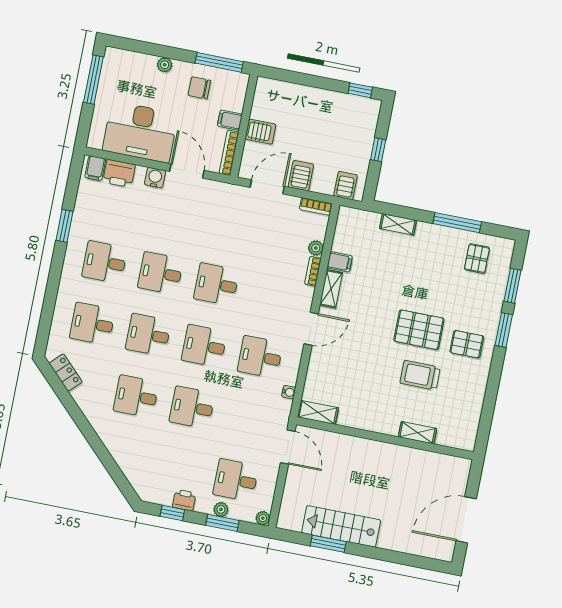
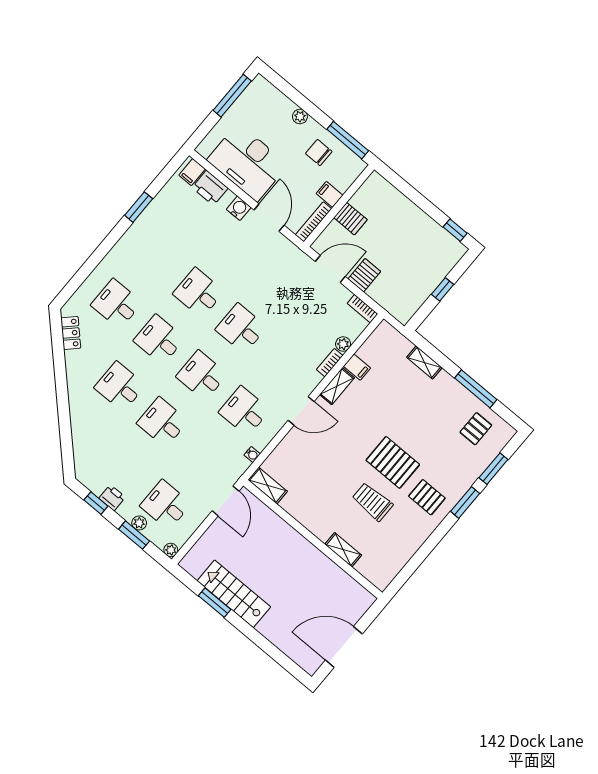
server rack: (346, 185) -> (398, 305), removed
desk: (105, 262) -> (156, 257), removed

